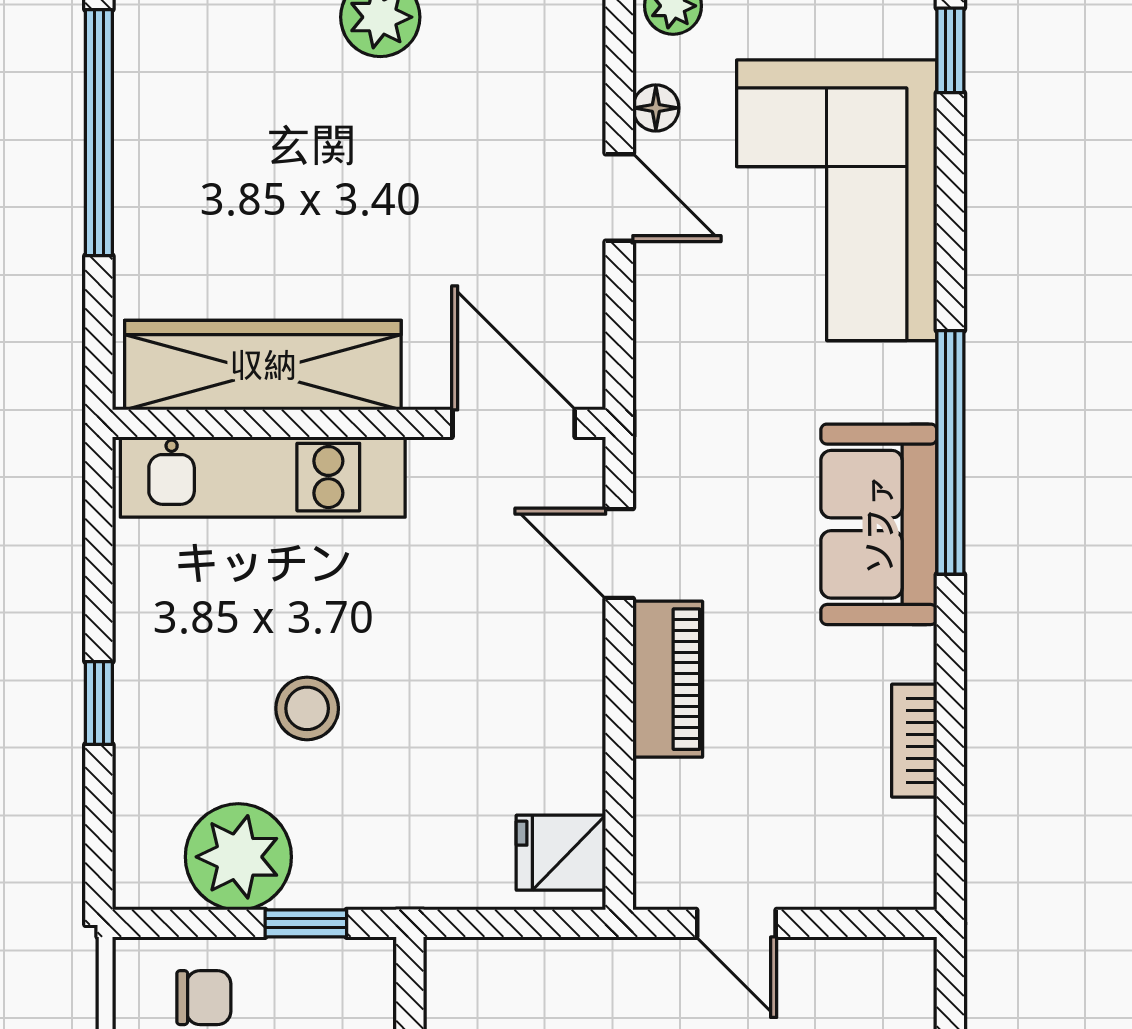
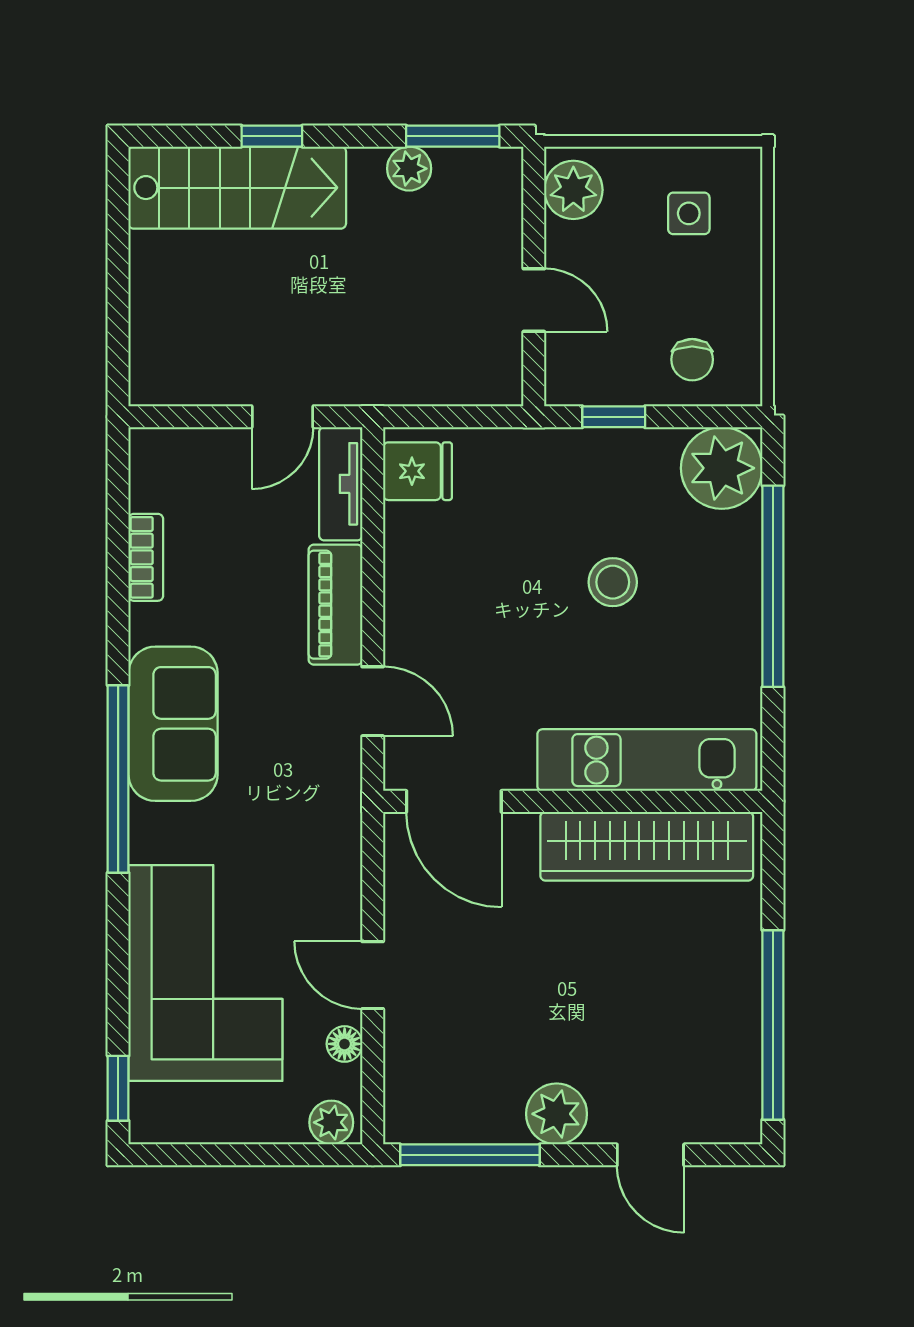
window: (99, 703) -> (773, 586), width x3.17
tv unit: (661, 836) -> (341, 484), added
plant: (238, 857) -> (722, 468), moved
door: (736, 923) -> (283, 417), swing flipped
chair: (204, 998) -> (692, 360), turned -90

